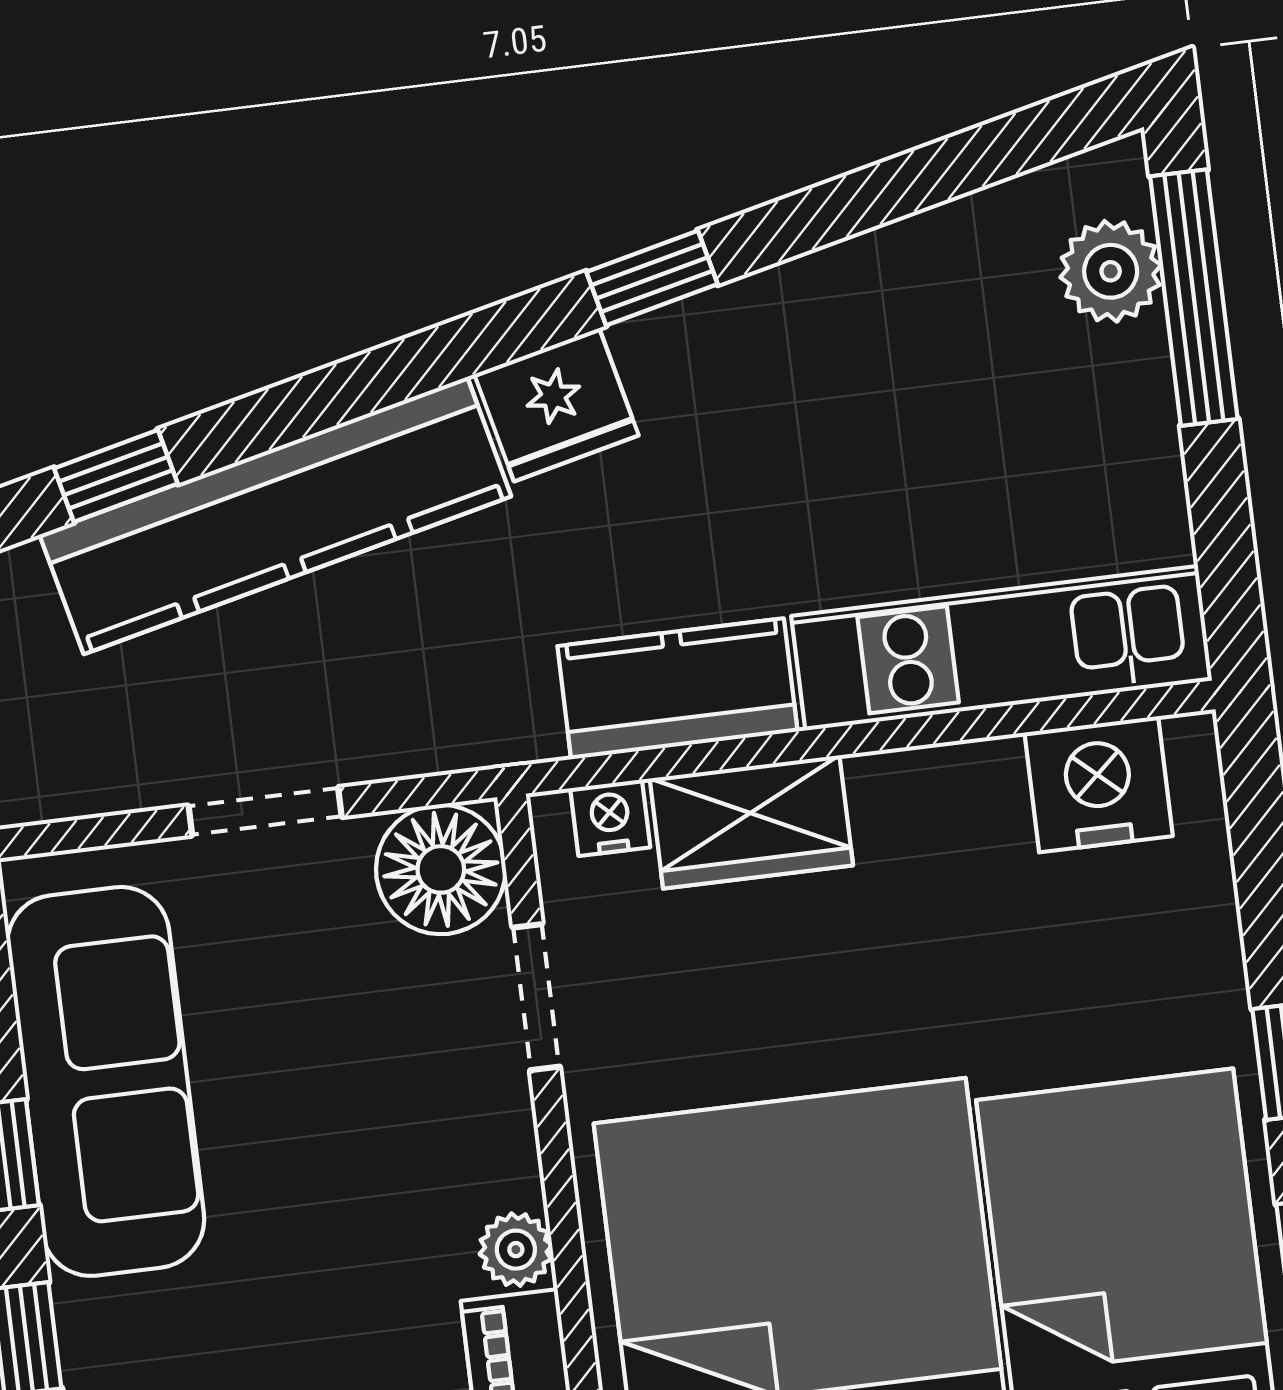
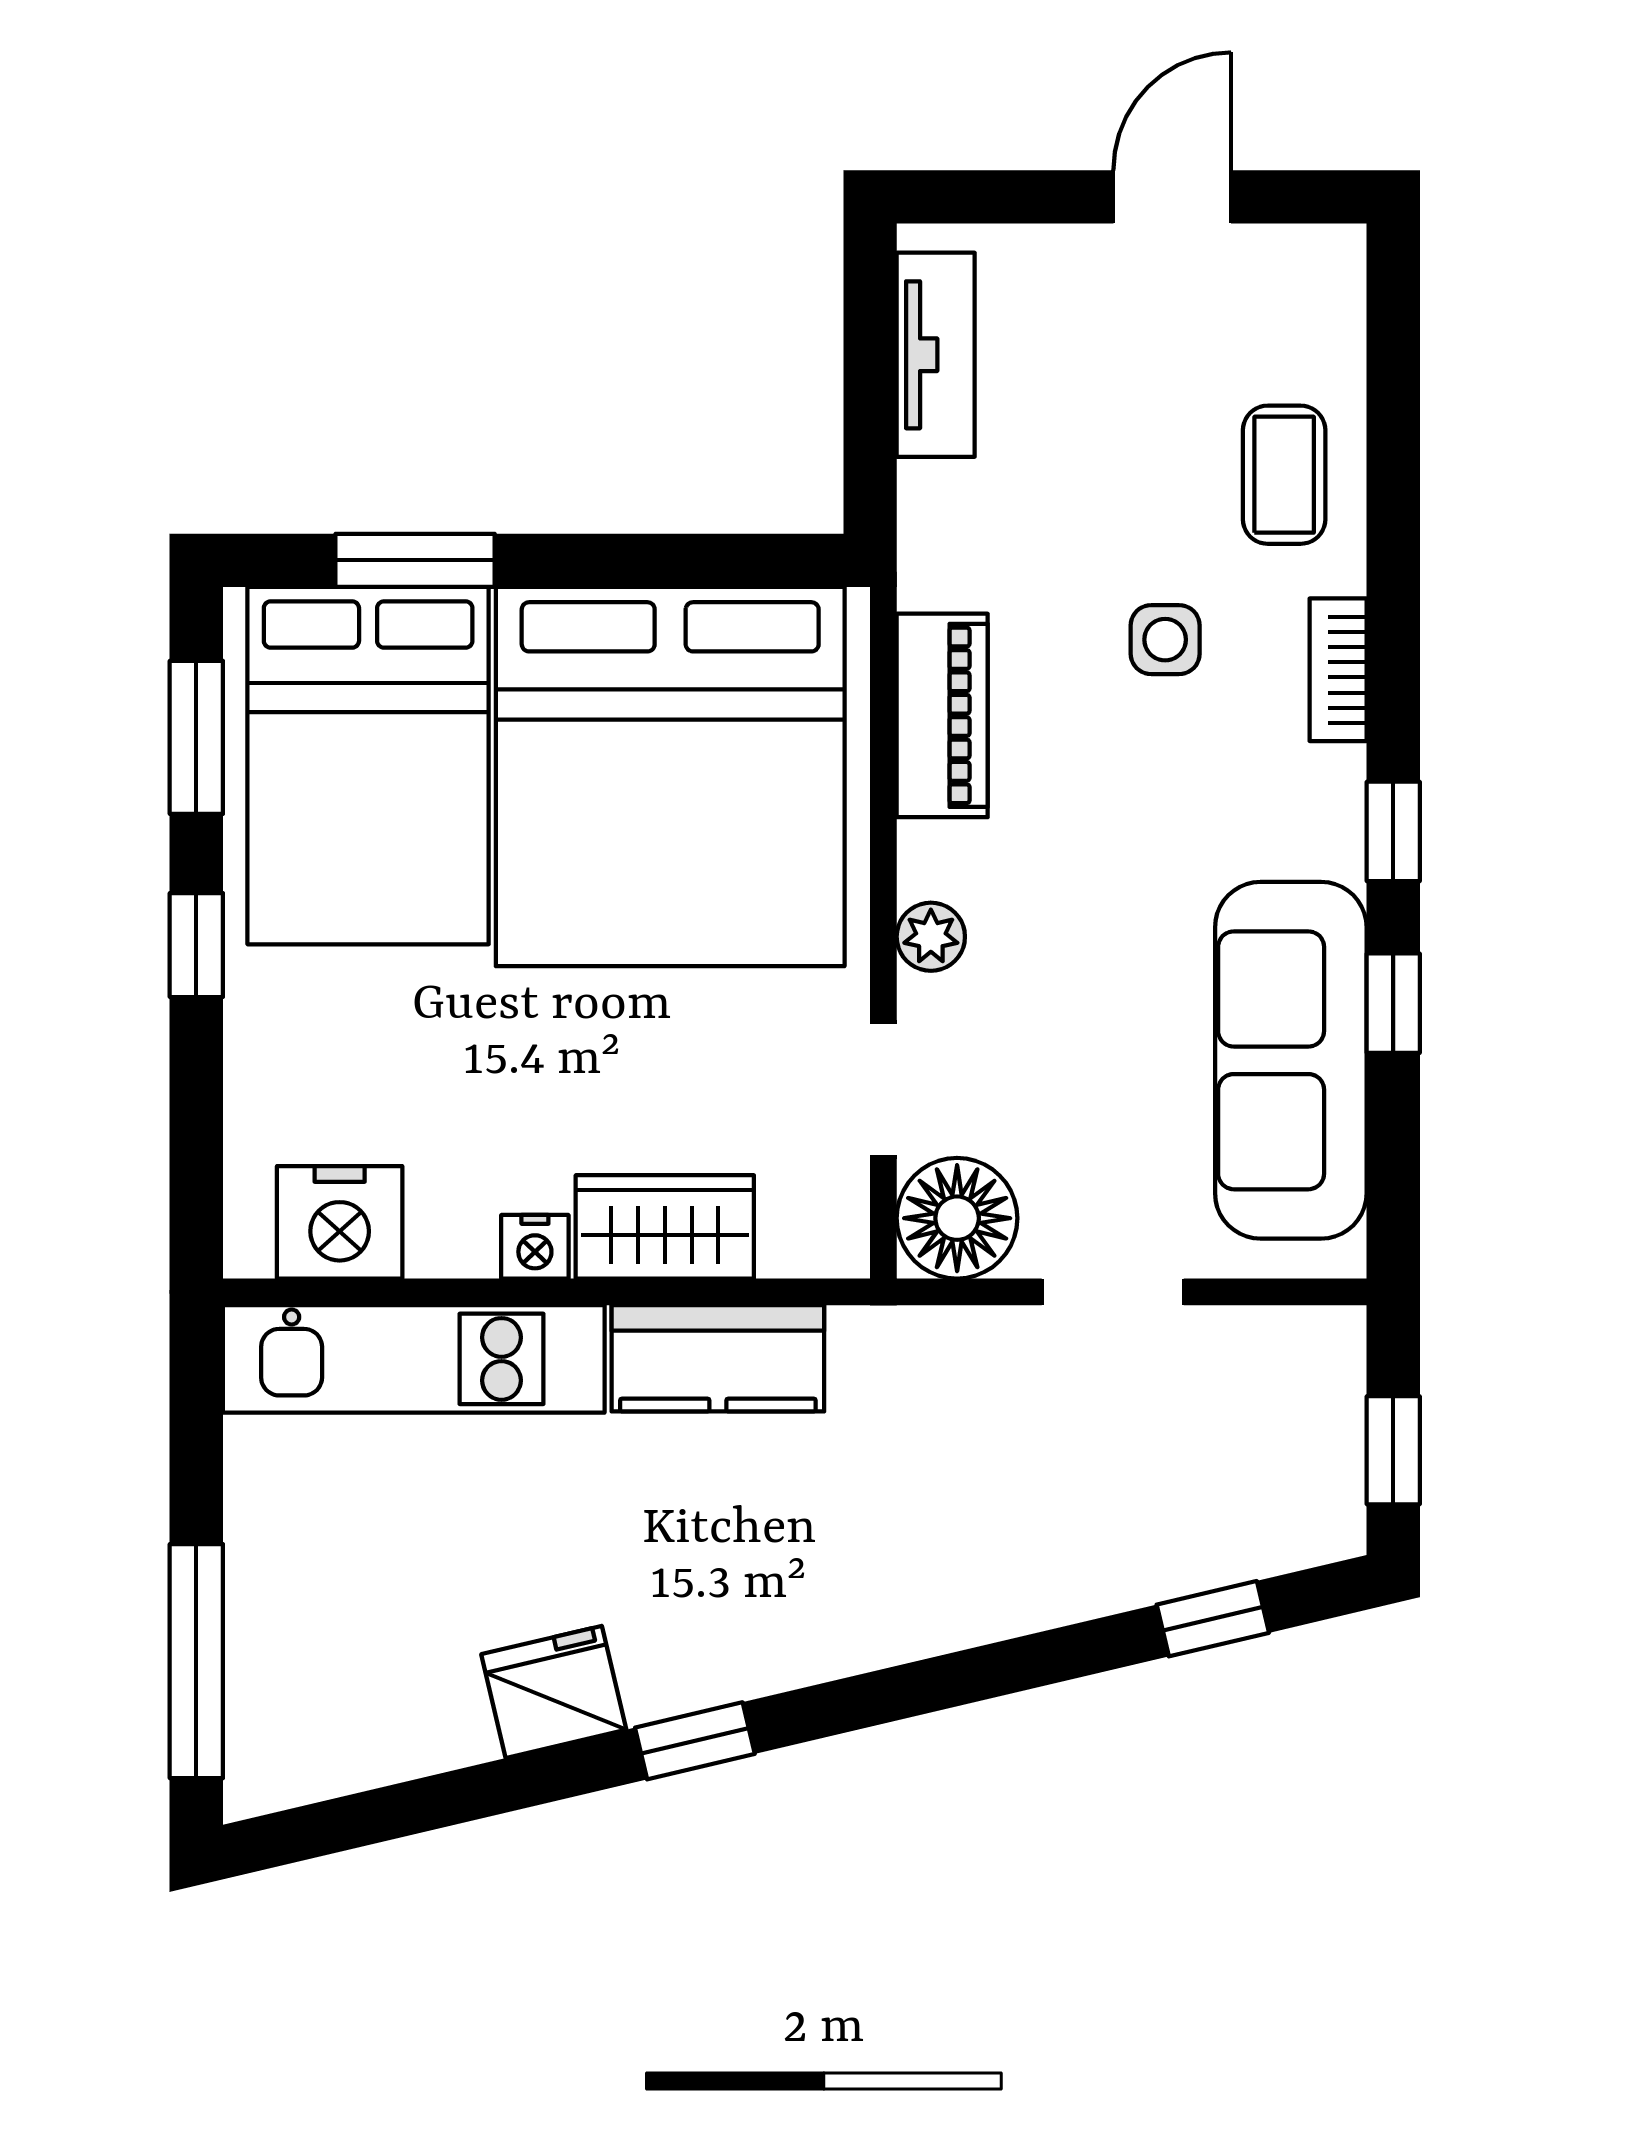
plant: (1111, 271) -> (270, 1695), removed
fridge: (557, 405) -> (554, 1692), moved
kitchen counter: (275, 516) -> (1070, 1564), removed
nightstand: (610, 818) -> (535, 1247), moved
plant: (516, 1250) -> (931, 937), moved

